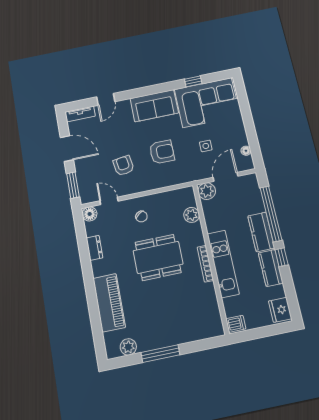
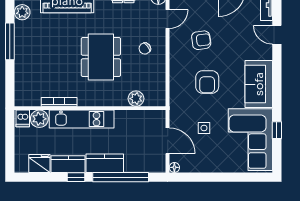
floor lamp: (246, 151) -> (174, 167), moved
plant: (207, 191) -> (39, 119), moved
bookcase: (205, 264) -> (59, 102), moved
fridge: (280, 310) -> (39, 163), moved

